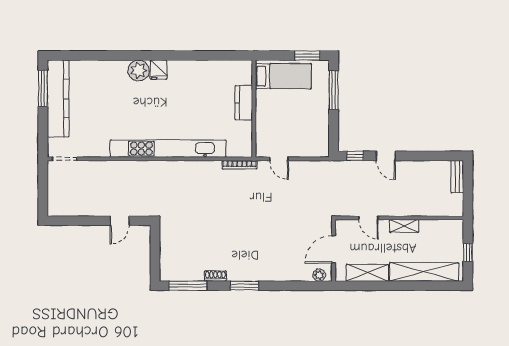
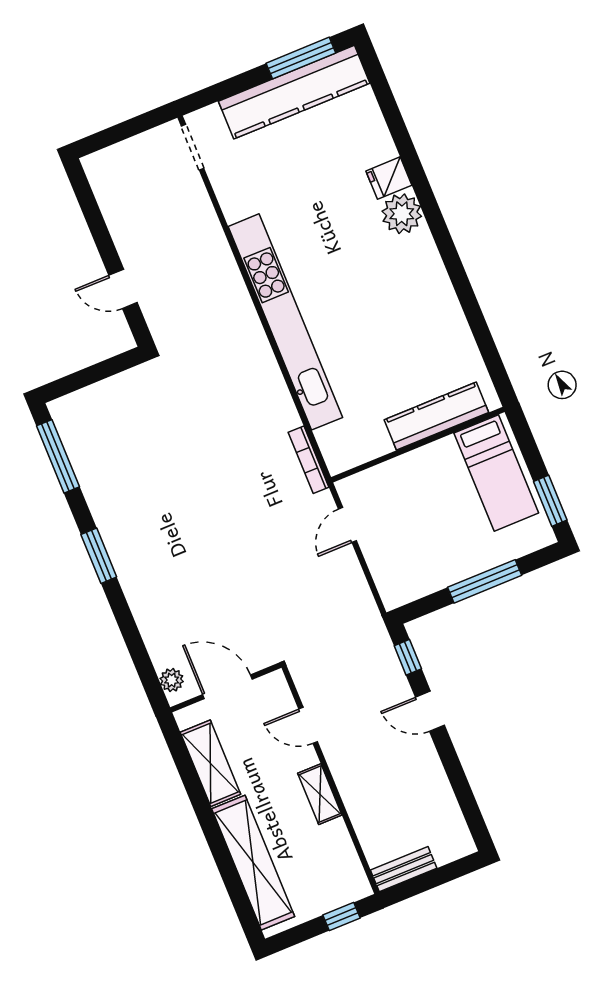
fridge: (158, 70) -> (389, 178), moved
window: (334, 90) -> (485, 581), moved
kitchen counter: (244, 103) -> (436, 416), width x1.50
door: (386, 156) -> (430, 711), hinge flipped
bench: (457, 177) -> (404, 869), moved
door: (368, 218) -> (308, 725), hinge flipped
window: (468, 252) -> (342, 916), moved
shoe rack: (215, 276) -> (95, 498), removed

